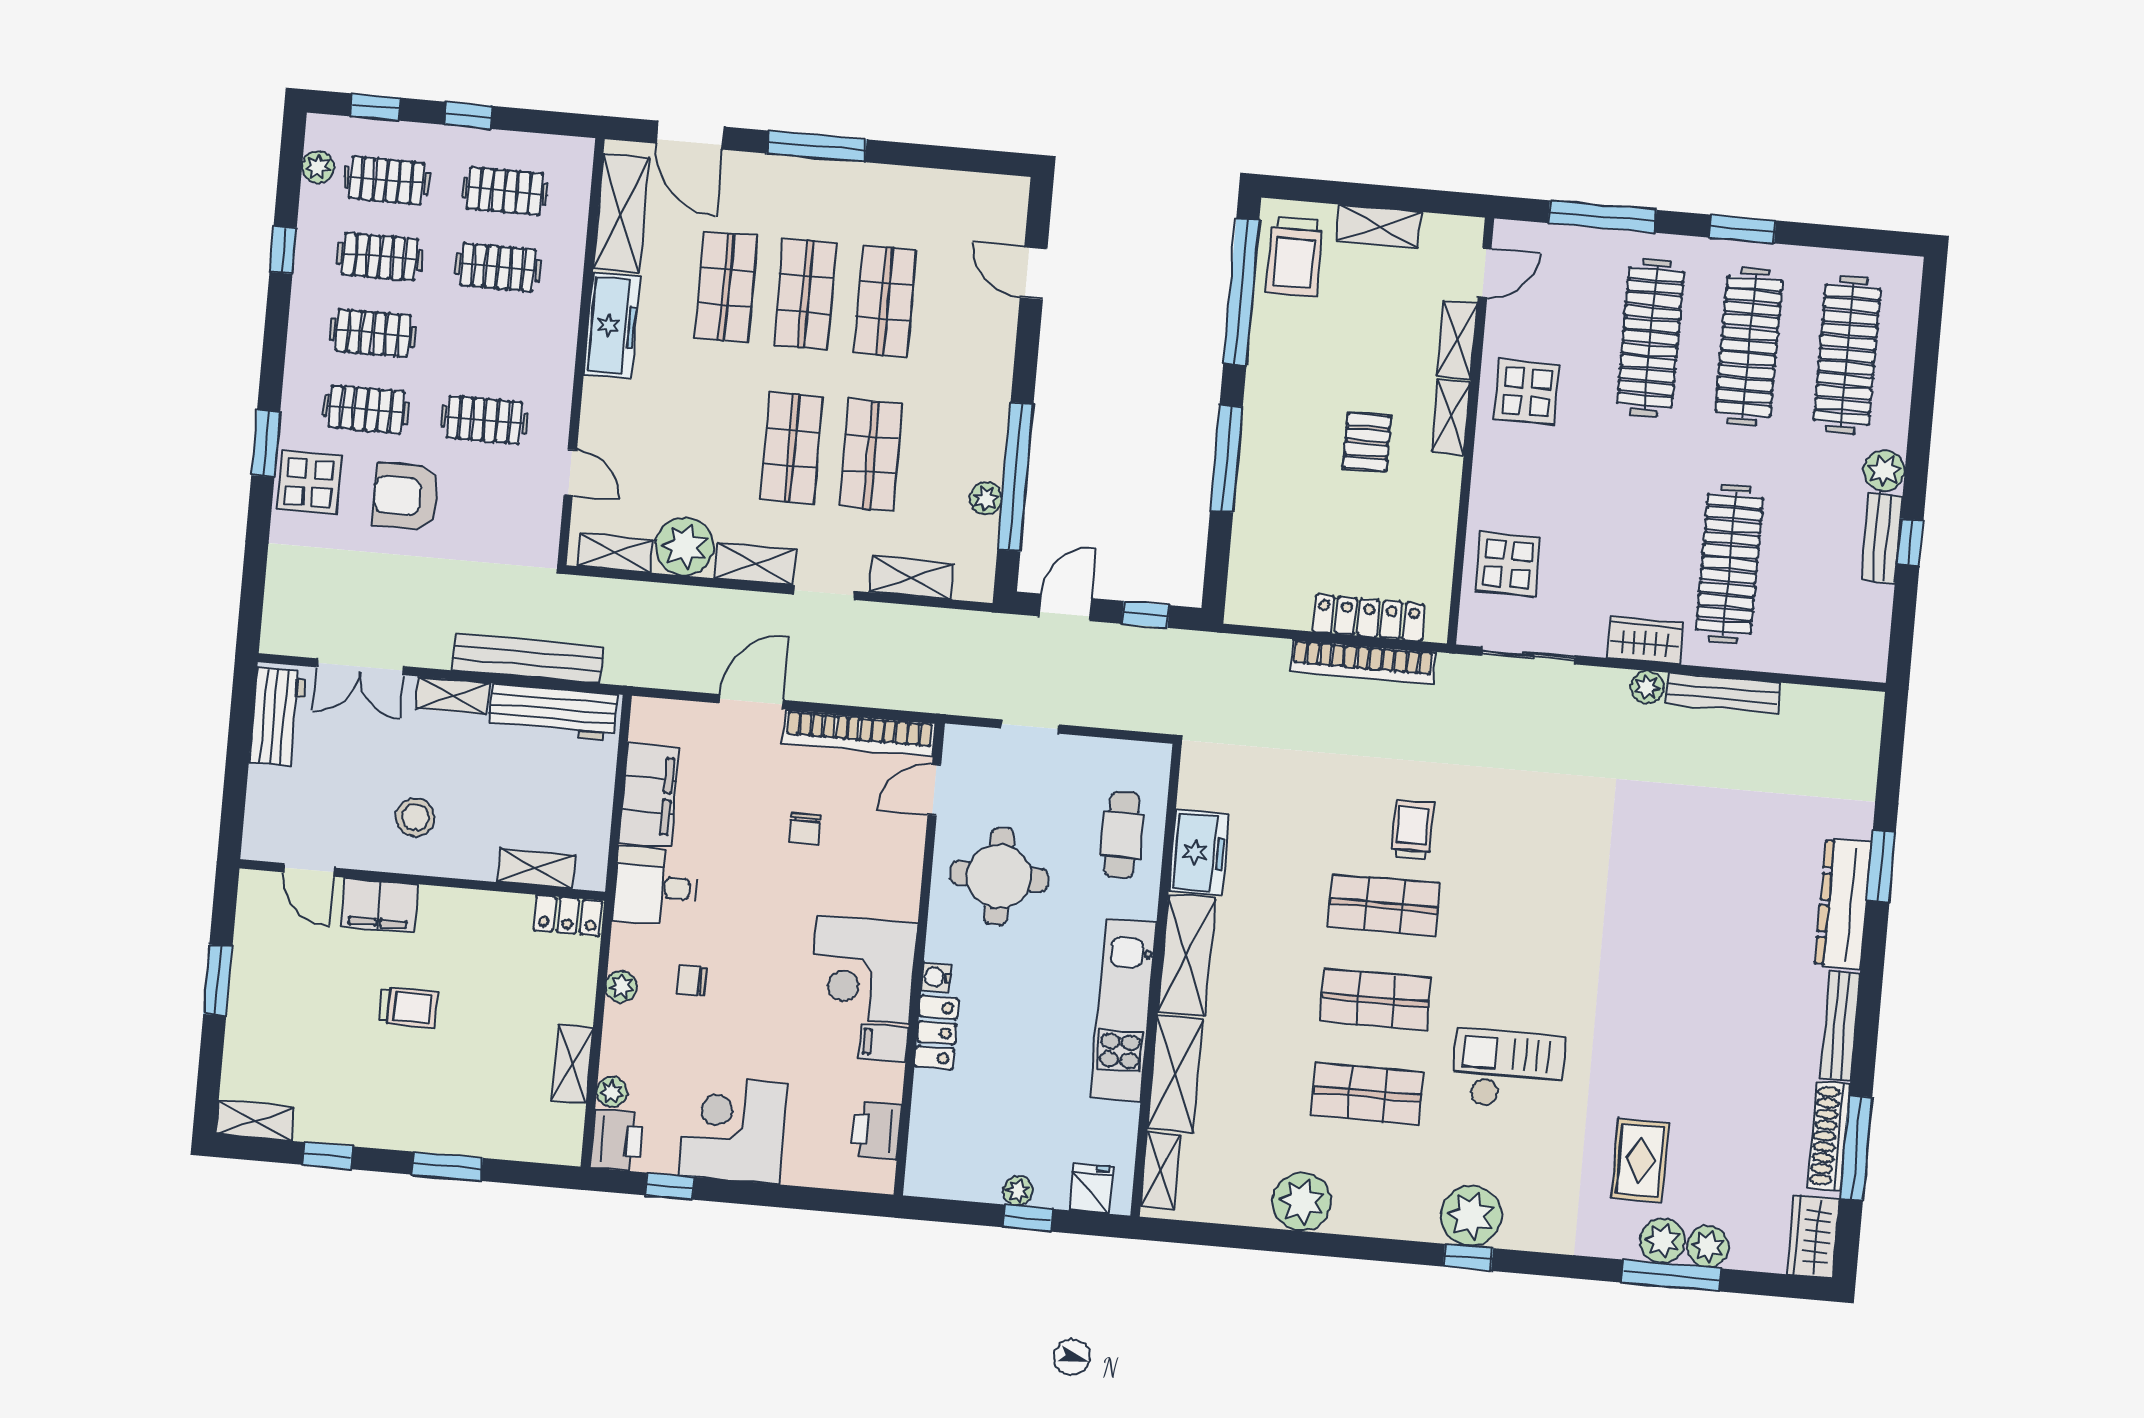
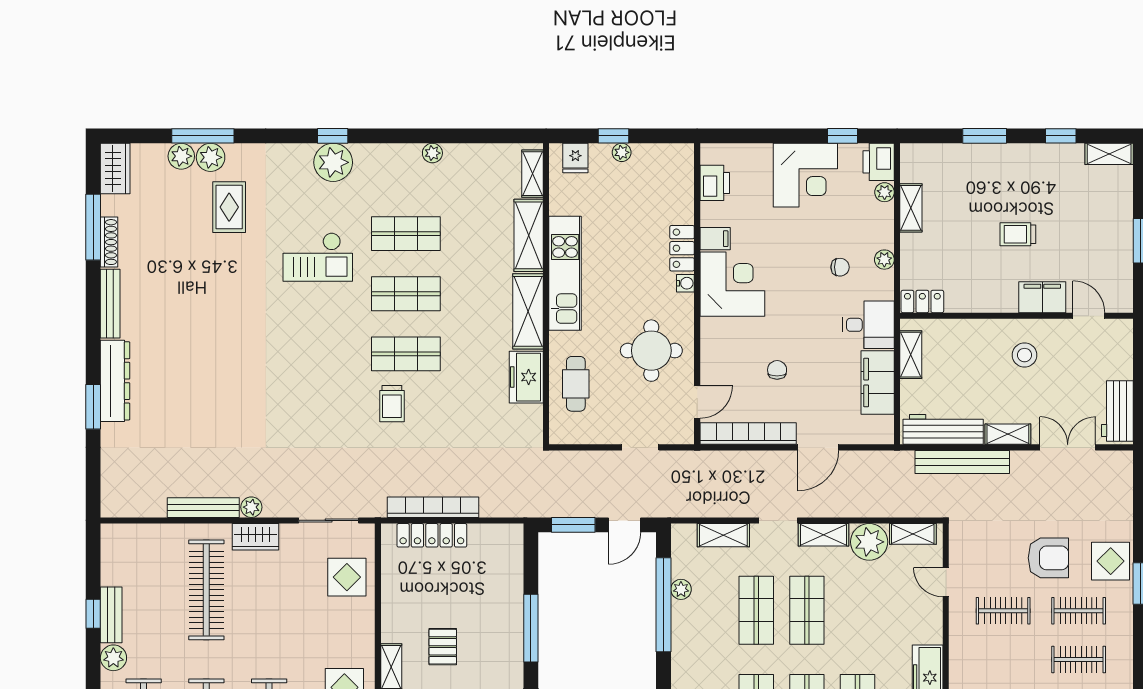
window: (1146, 614) -> (573, 525), width x1.50
shelving: (536, 868) -> (911, 355), moved, turned 90
shoe rack: (1829, 1136) -> (109, 242), width x0.74, depth x0.81
plant: (1302, 1202) -> (432, 153), width x0.53, depth x0.53

